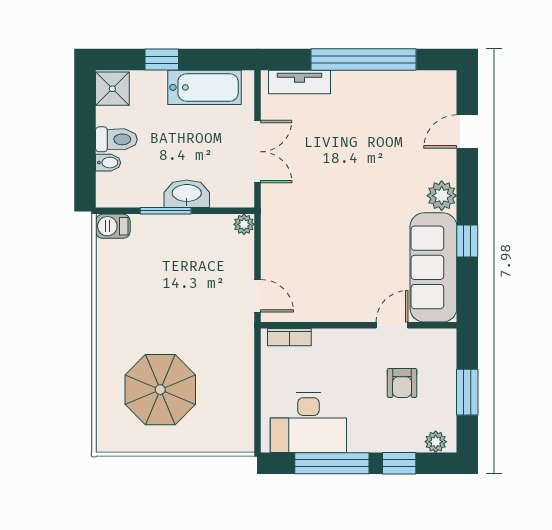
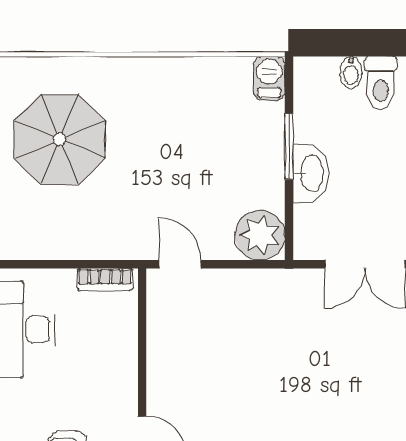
plant: (244, 224) -> (260, 235), width x1.87, depth x1.87
door: (258, 296) -> (180, 264), swing flipped
bookcase: (289, 337) -> (105, 279), moved, turned -90

